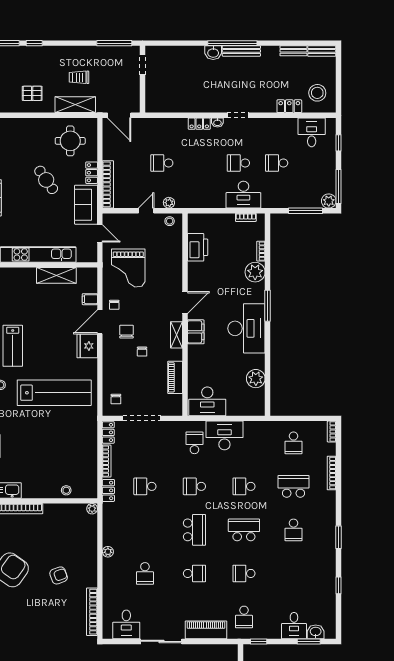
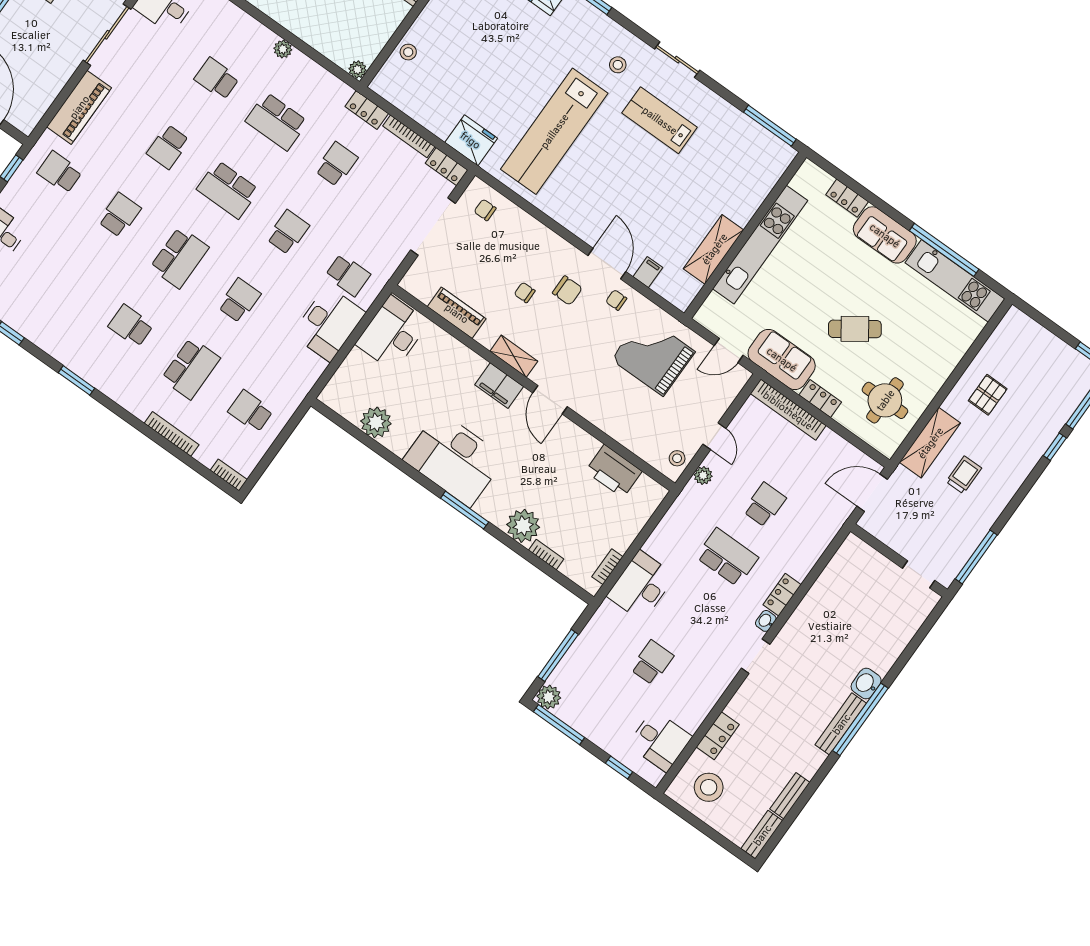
school desk: (238, 163) -> (727, 557), moved, width x1.85
fridge: (87, 346) -> (471, 140), moved
school desk: (145, 530) -> (277, 121), added

